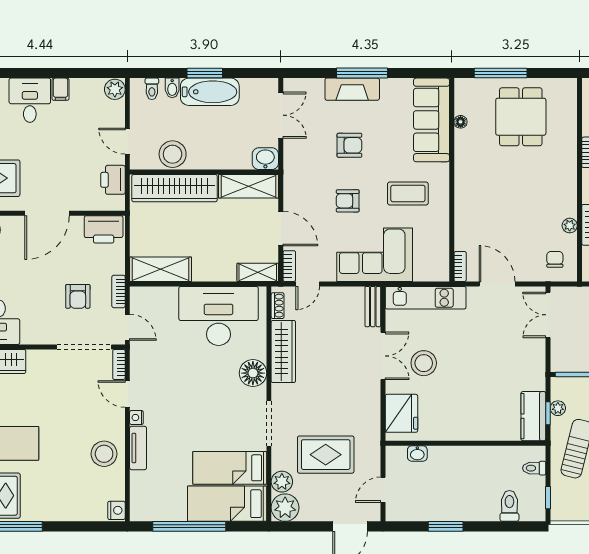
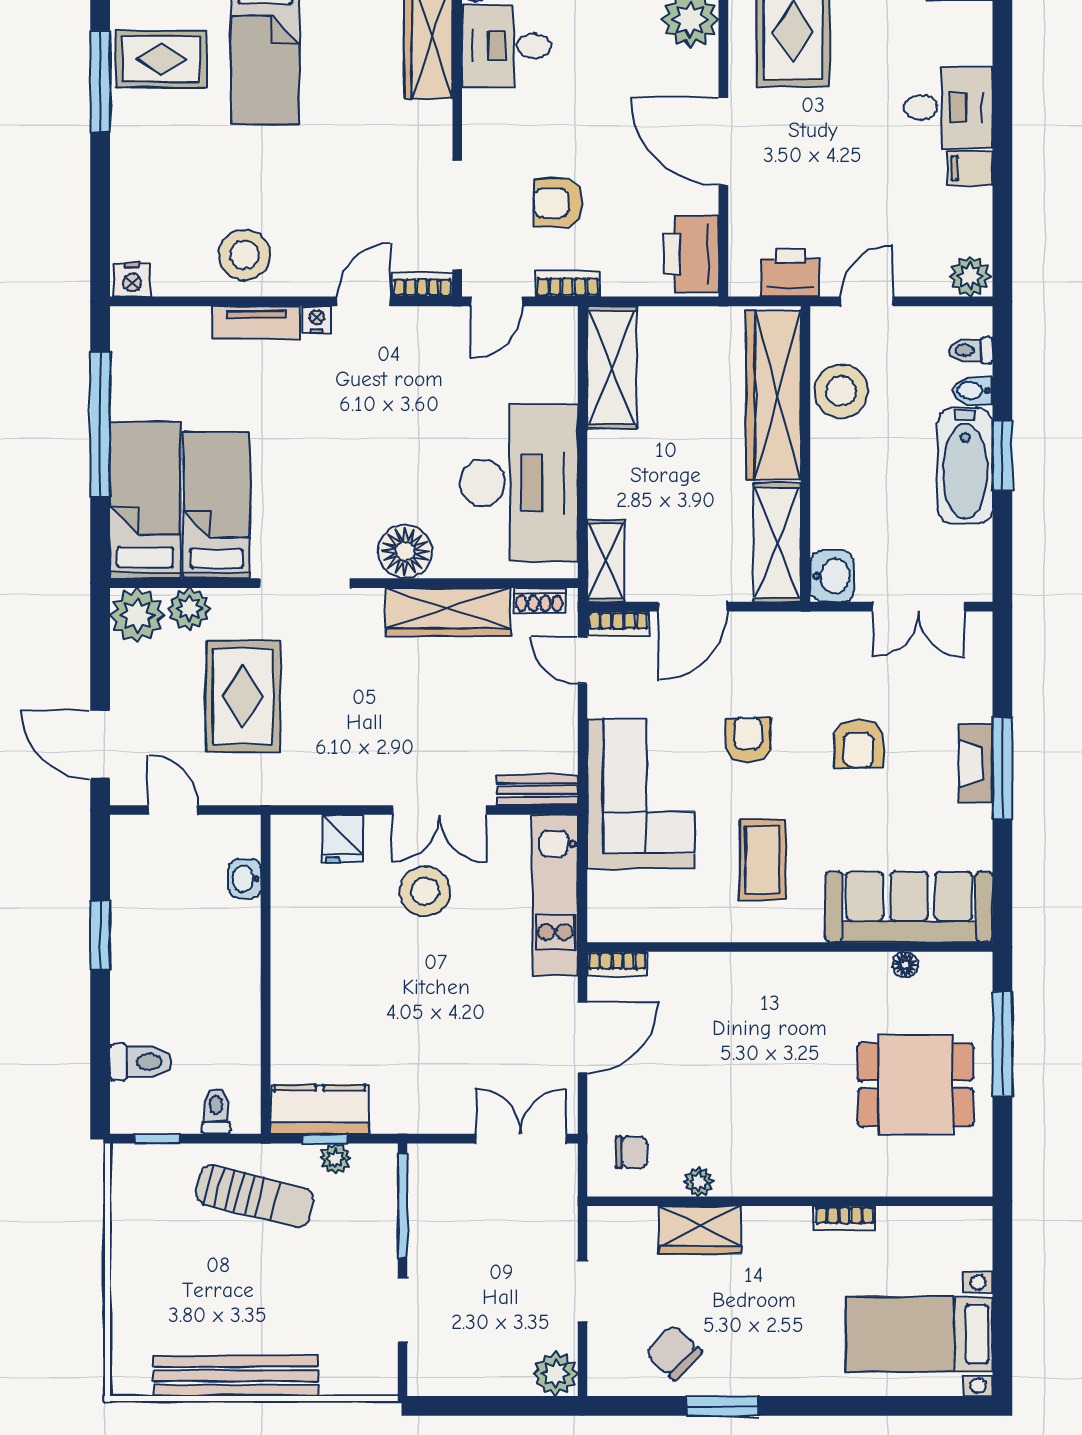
fireplace: (352, 89) -> (976, 763), width x0.73, depth x0.76
fridge: (401, 413) -> (343, 839), width x0.53, depth x0.75

